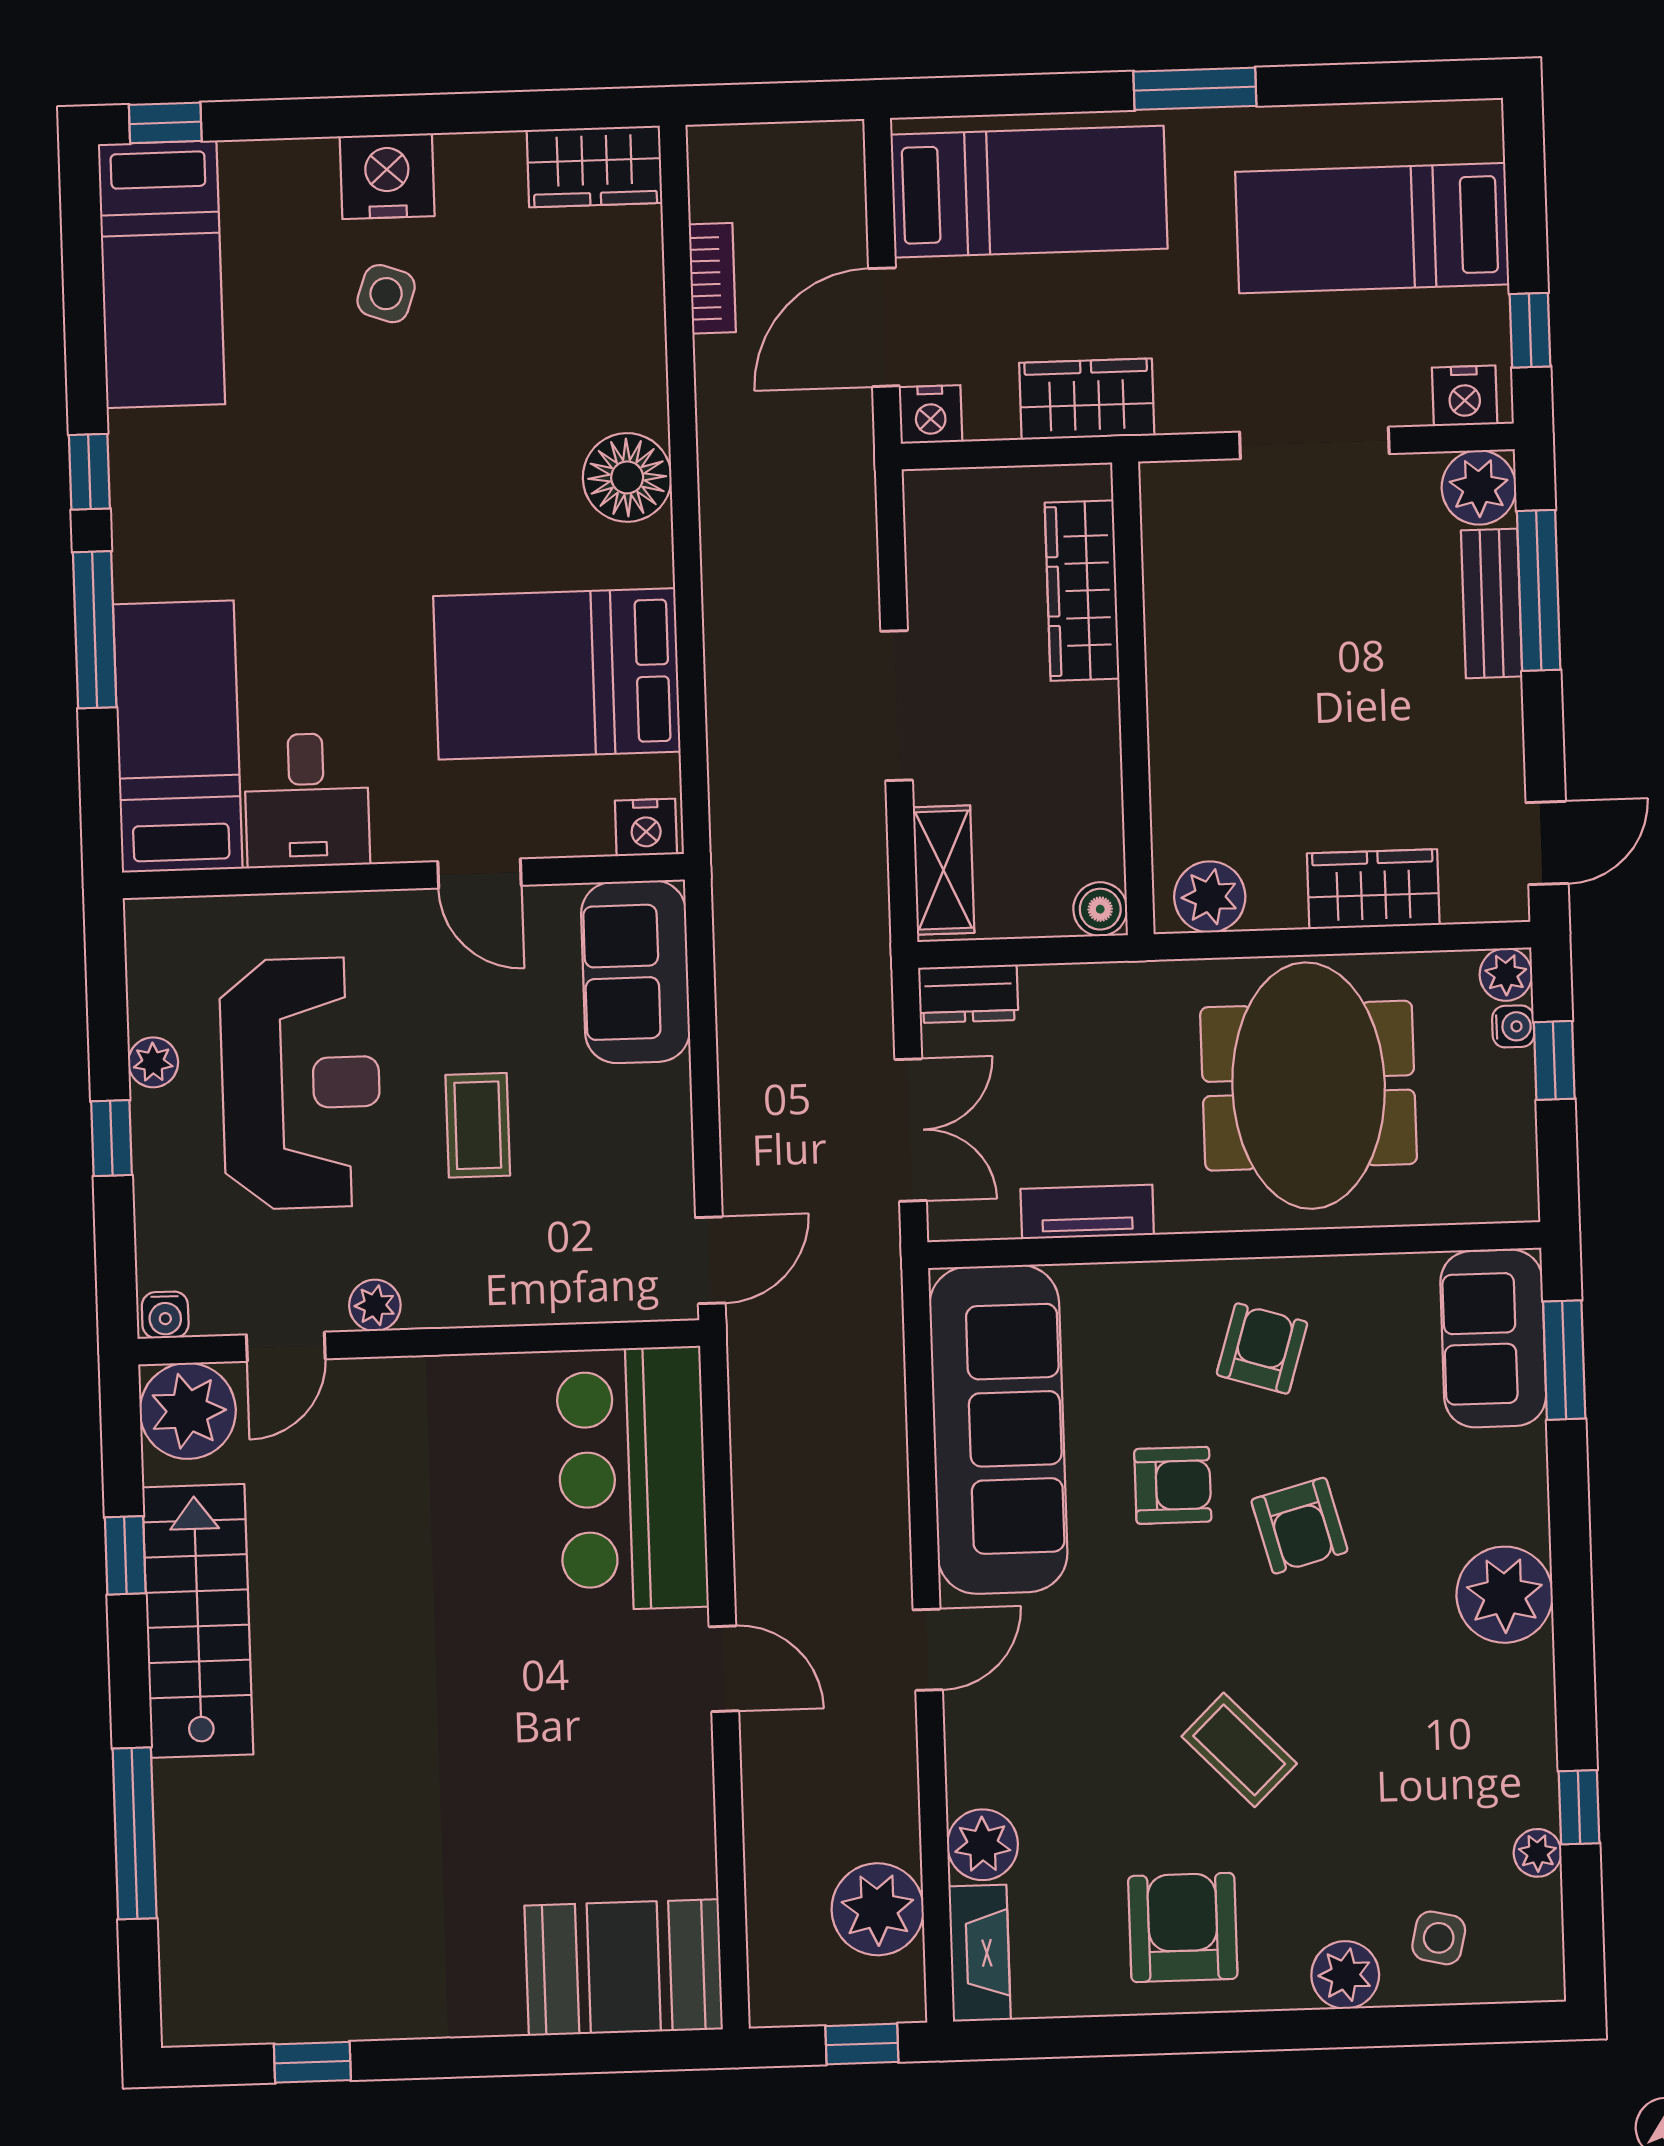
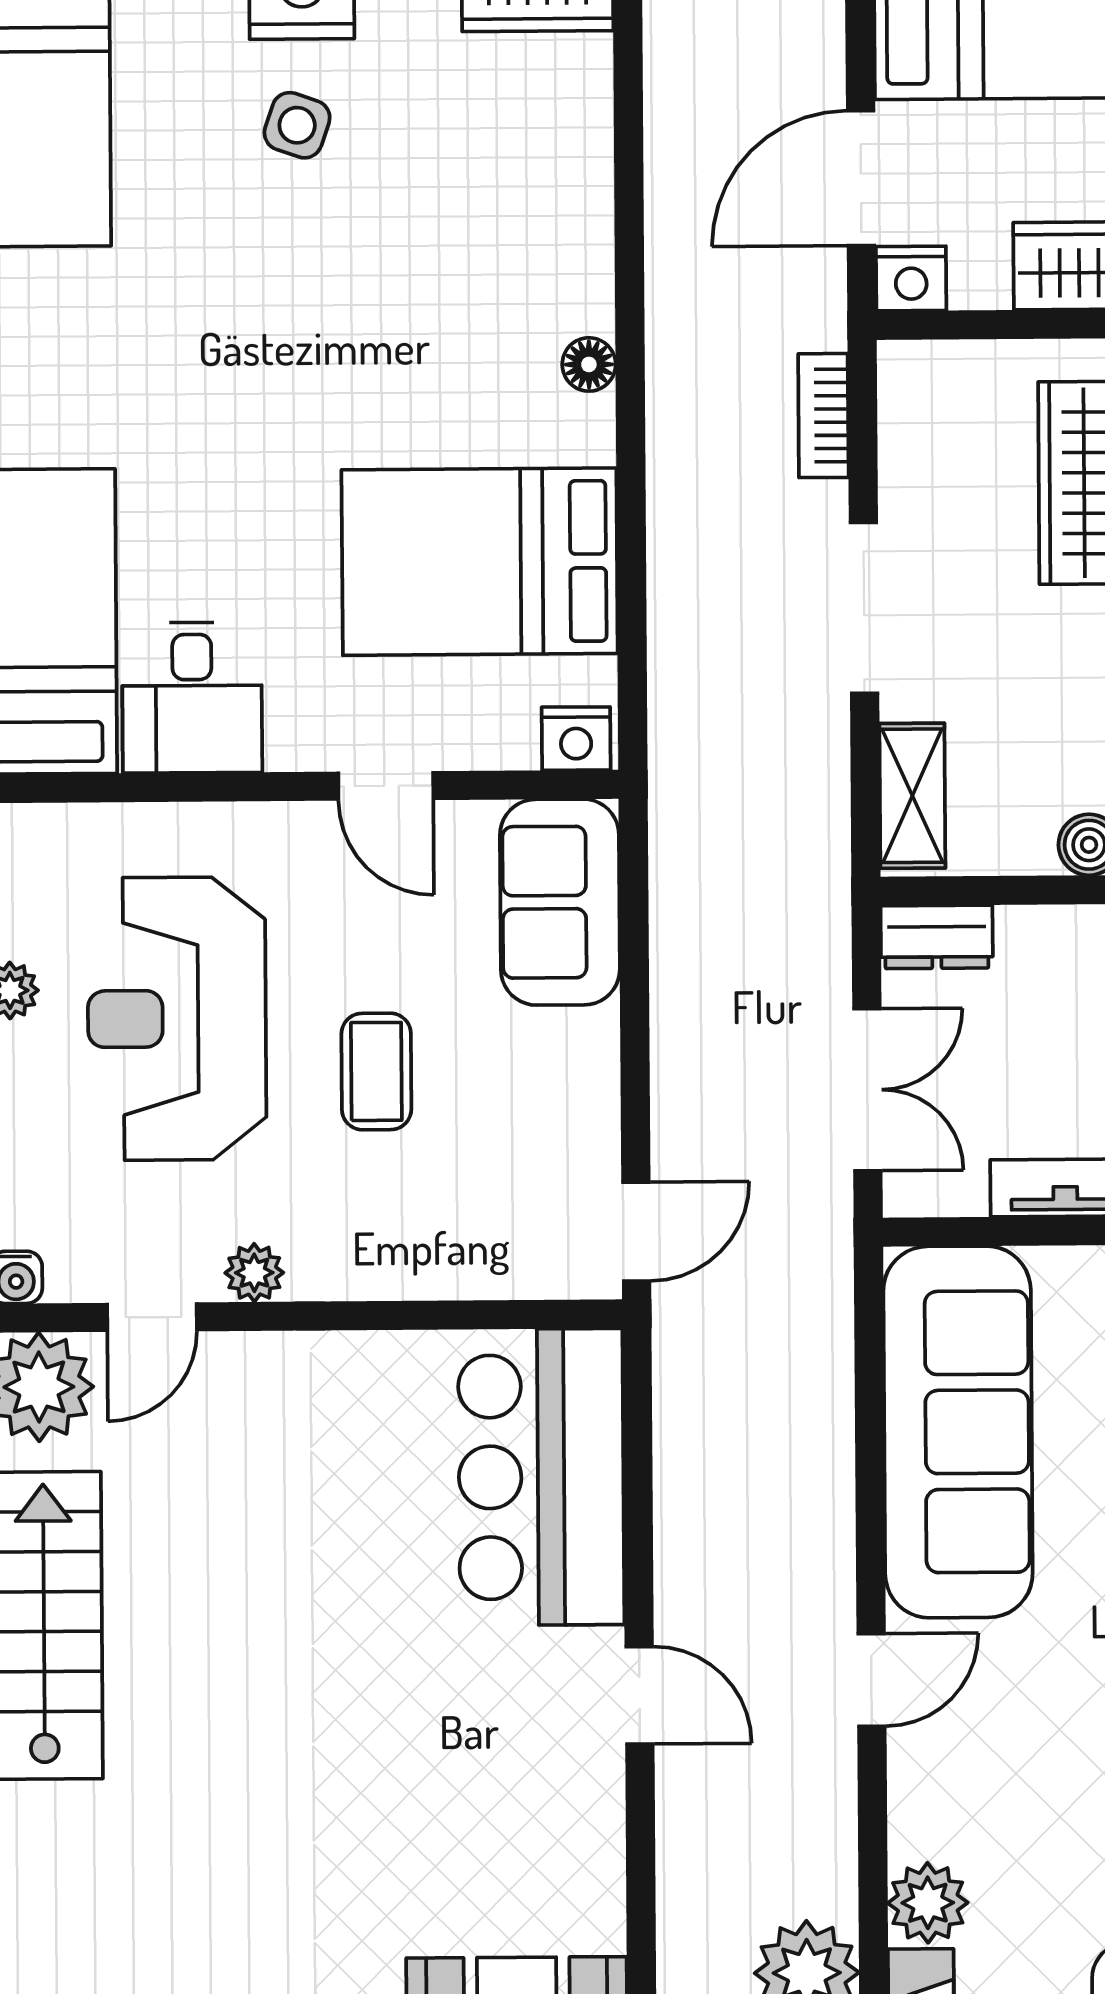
bookcase: (712, 278) -> (823, 416), moved, turned 180
floor lamp: (627, 477) -> (589, 364), width x0.53, depth x0.53
reception desk: (301, 1083) -> (177, 1019), turned 180

